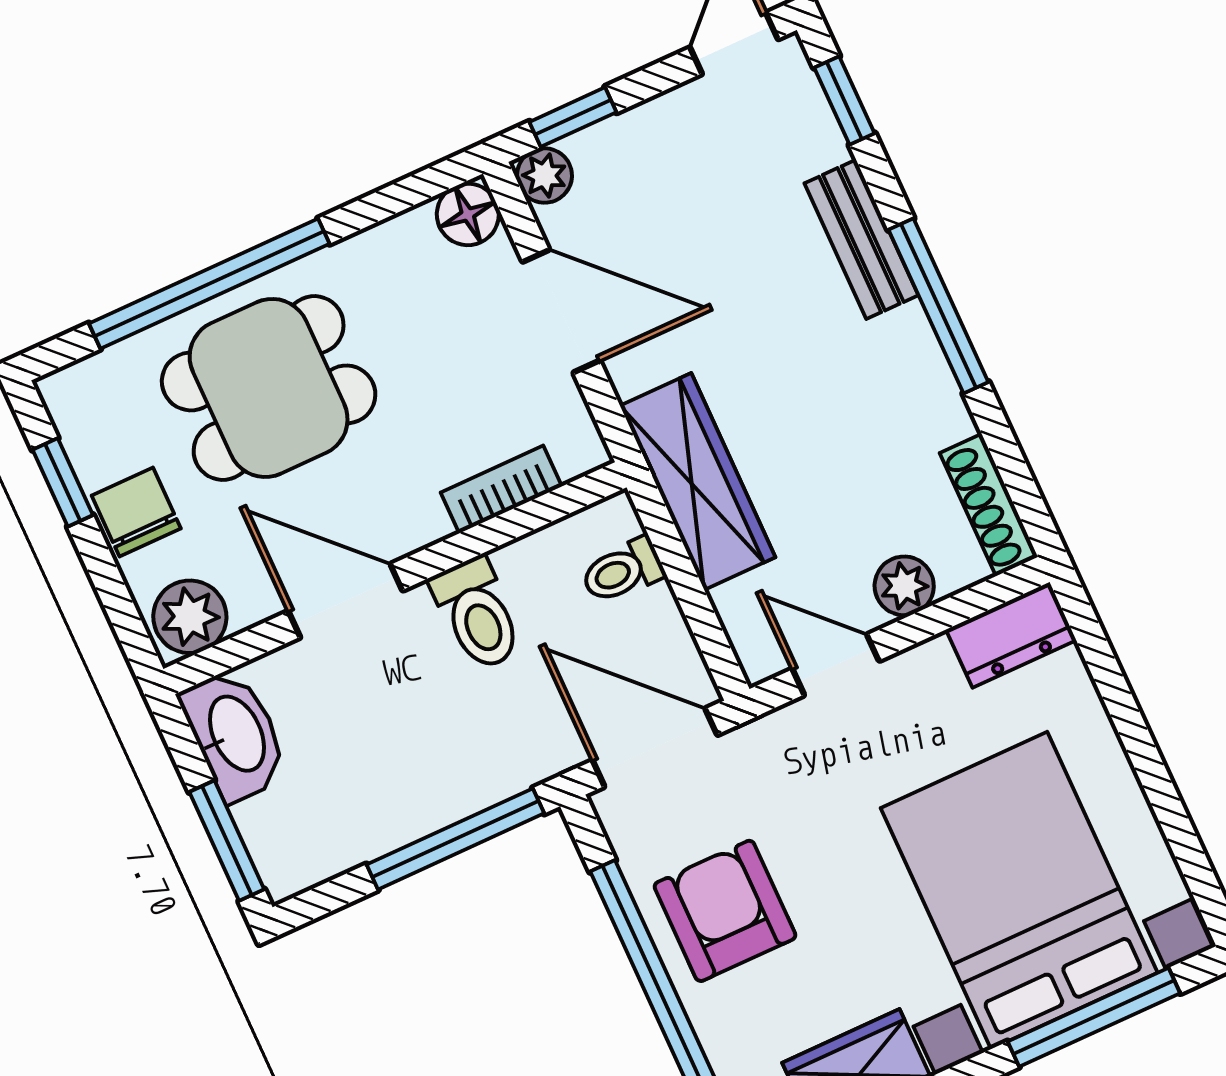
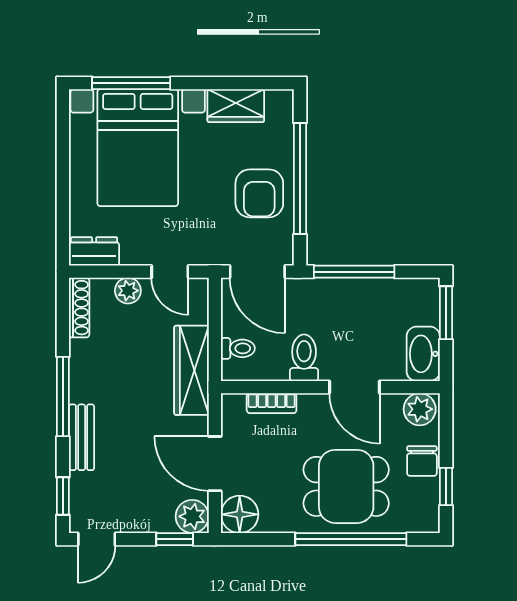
plant: (544, 175) -> (192, 516), width x1.38, depth x1.38
floor lamp: (468, 214) -> (240, 514), width x1.38, depth x1.38

